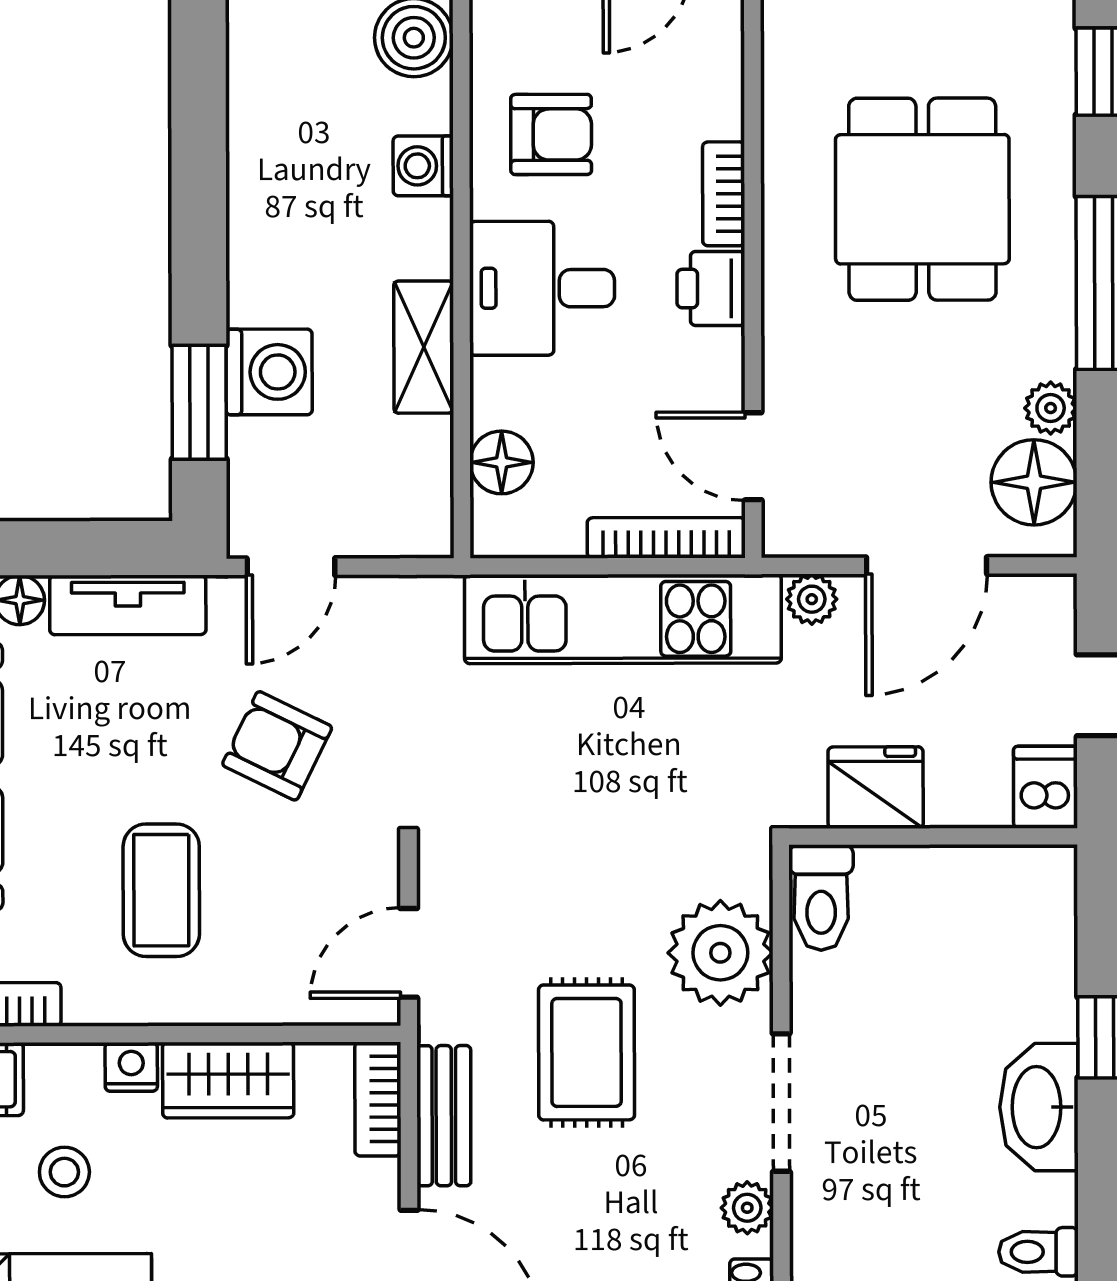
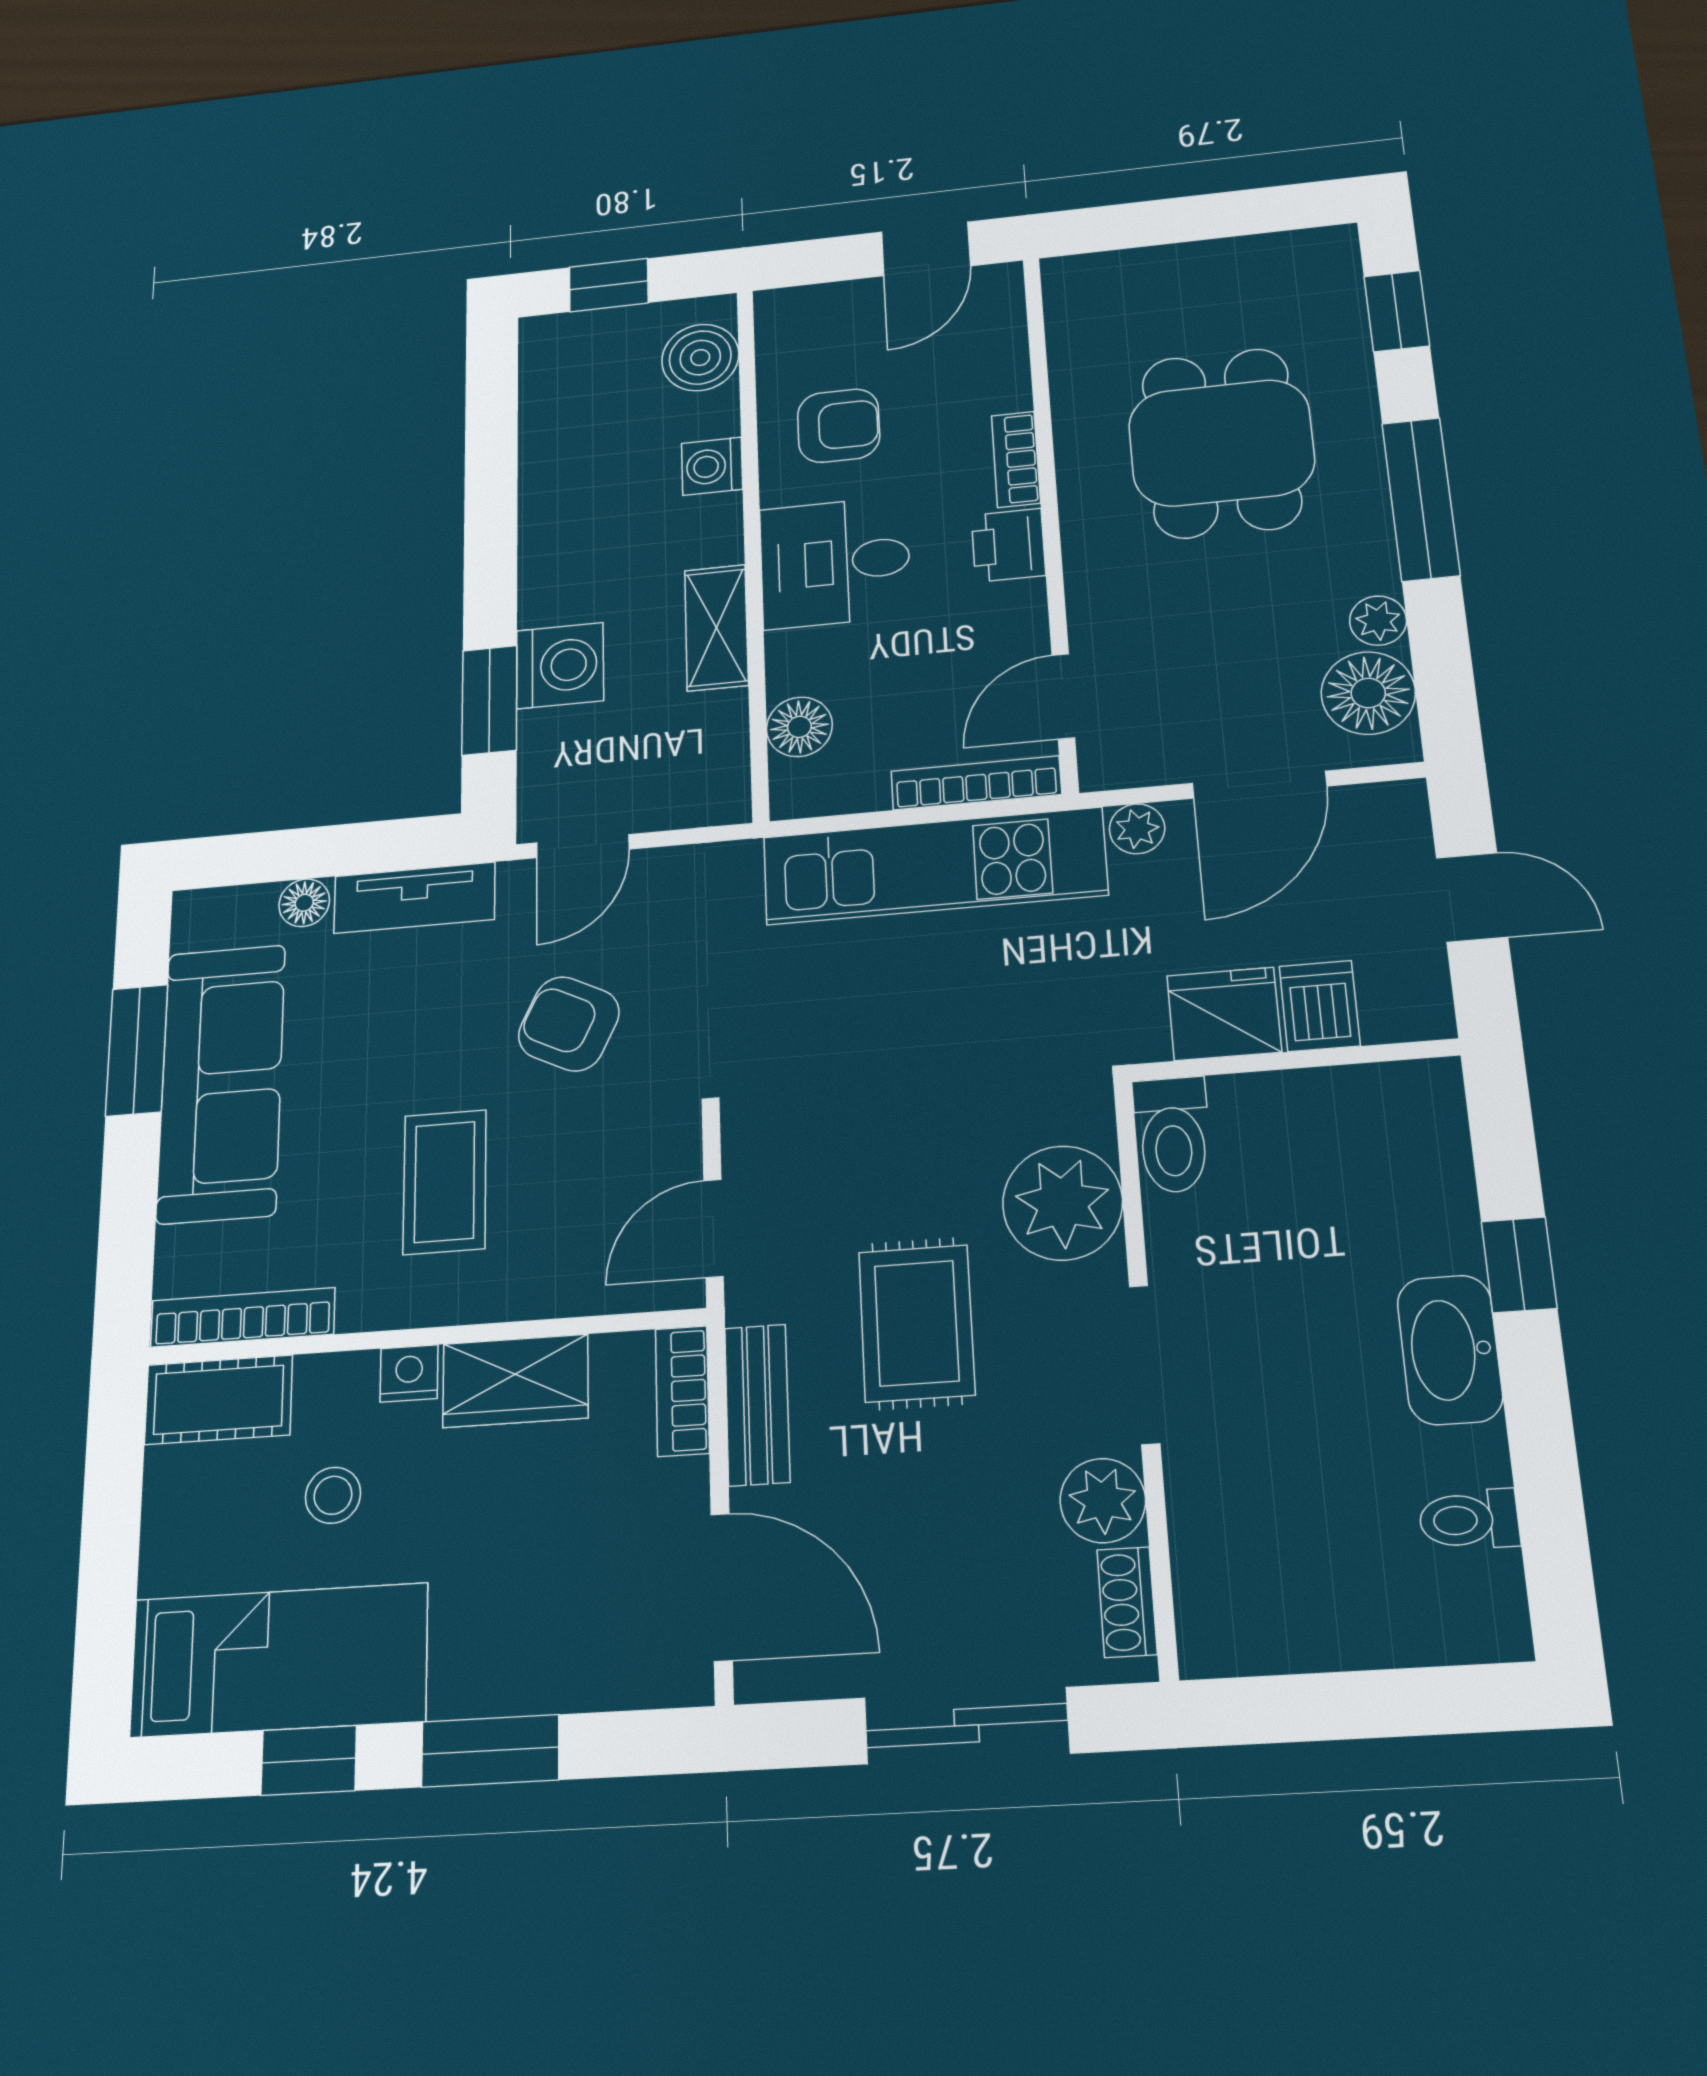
door: (753, 456) -> (1063, 696), hinge flipped
dishwasher: (1045, 787) -> (1320, 1006), moved
plant: (747, 1208) -> (1103, 1501), width x1.38, depth x1.38

